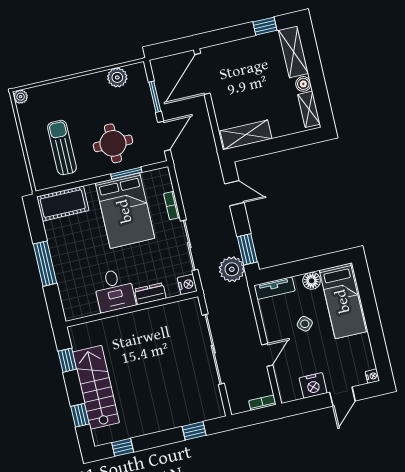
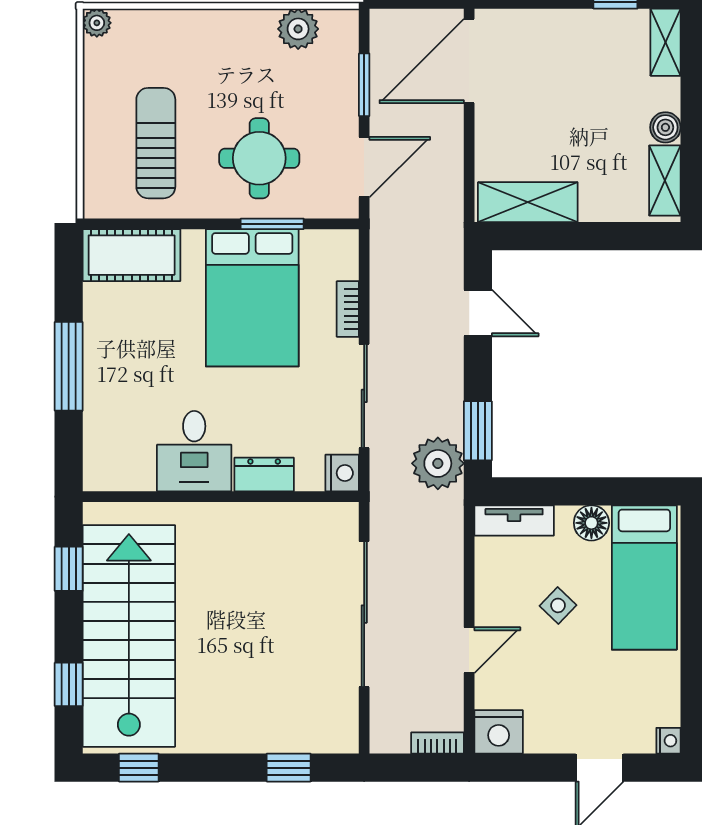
shelving: (293, 52) -> (666, 42), width x0.67, depth x0.75
nightstand: (313, 385) -> (499, 732), moved
stairs: (96, 387) -> (129, 636), width x1.36, depth x1.51

